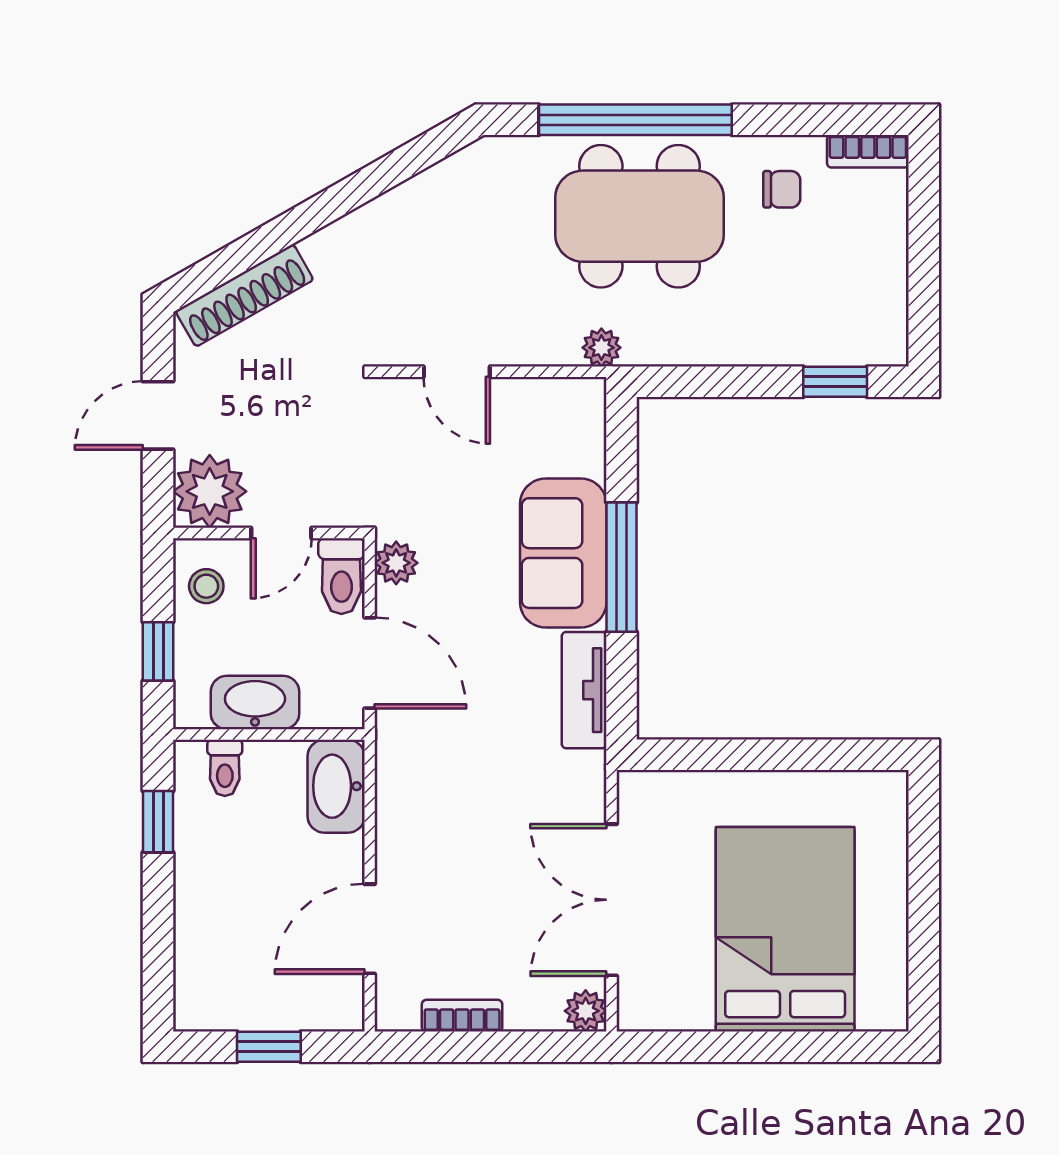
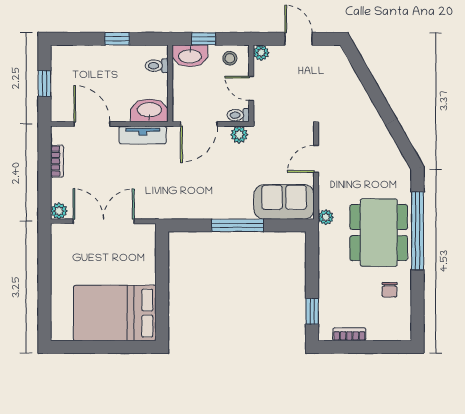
bookcase: (868, 151) -> (349, 334), moved, turned 90
shoe rack: (244, 295) -> (347, 74), removed
plant: (210, 491) -> (261, 53), width x0.53, depth x0.53
sofa: (563, 553) -> (284, 202), moved
toilet: (341, 576) -> (238, 115), width x0.73, depth x0.72
tv unit: (584, 690) -> (143, 135), moved, turned 180
washbasin: (255, 703) -> (190, 56), moved, turned 90
window: (158, 822) -> (117, 39), moved
bed: (785, 929) -> (115, 313), moved, turned 180

